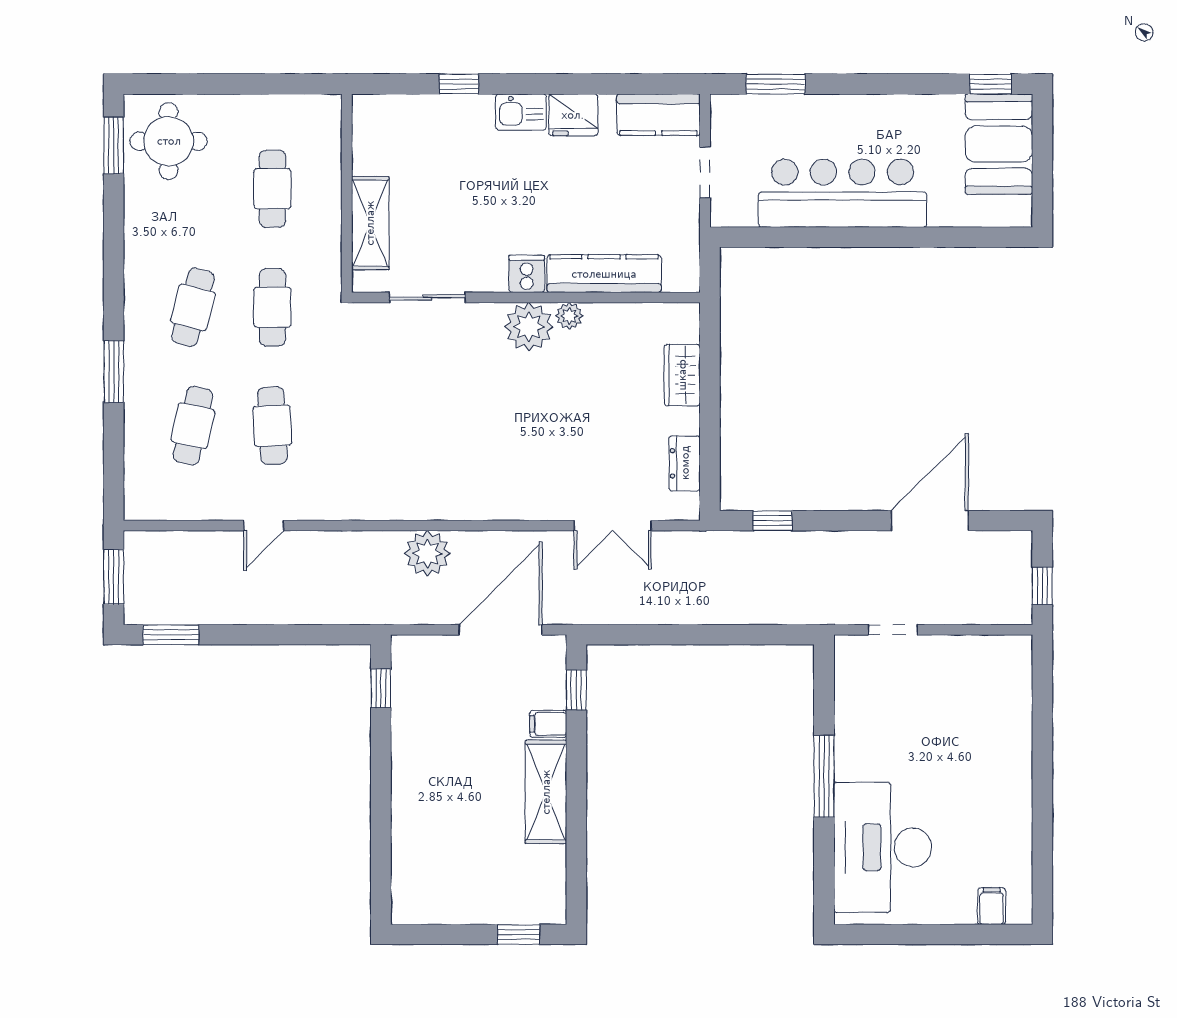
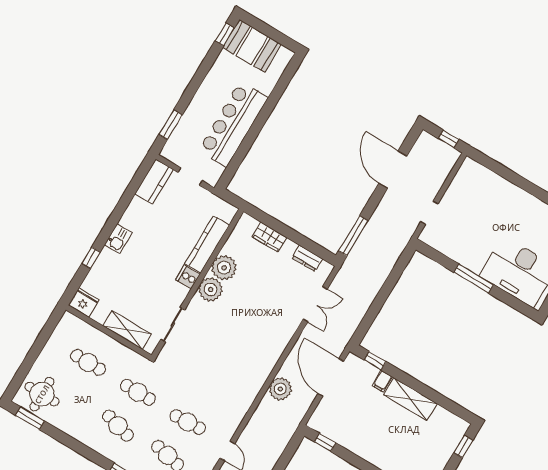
fridge: (573, 115) -> (84, 303), moved, turned -90
plant: (569, 316) -> (224, 268), width x1.88, depth x1.88
window: (773, 521) -> (353, 236), width x2.17

